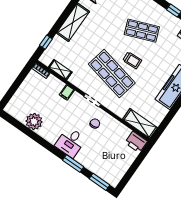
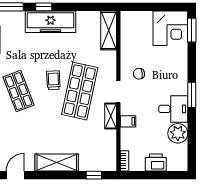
shelving: (60, 70) -> (111, 116), moved
desk: (70, 142) -> (173, 109), moved
printer: (136, 142) -> (156, 163), moved, turned -90
window: (73, 164) -> (192, 95), moved
corner desk: (111, 168) -> (170, 28), added

